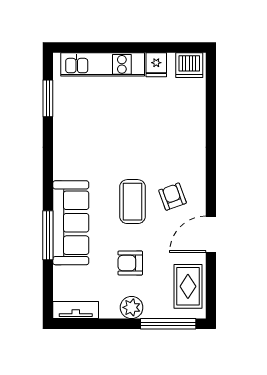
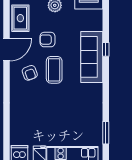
window: (48, 235) -> (106, 49), width x0.46
armchair: (130, 263) -> (48, 40), moved, turned 180

